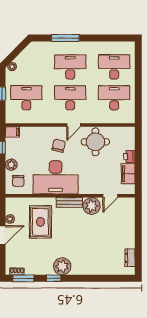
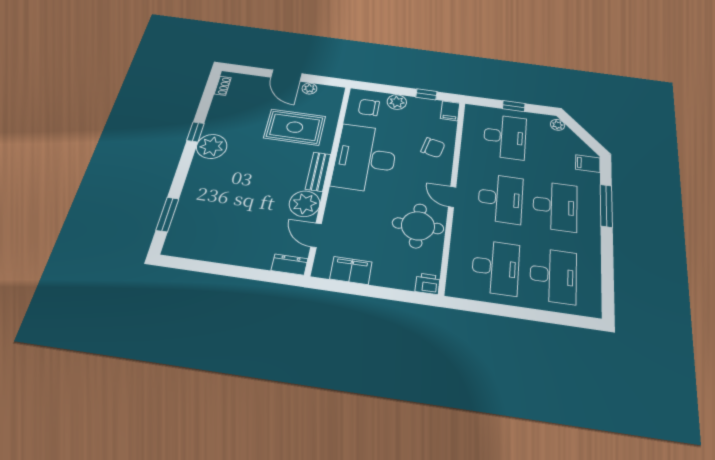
filing cabinet: (38, 48) -> (588, 164), added
chair: (59, 146) -> (433, 148), moved
printer: (129, 157) -> (428, 284), moved
dresser: (130, 258) -> (289, 265), moved
window: (23, 278) -> (167, 214), moved

